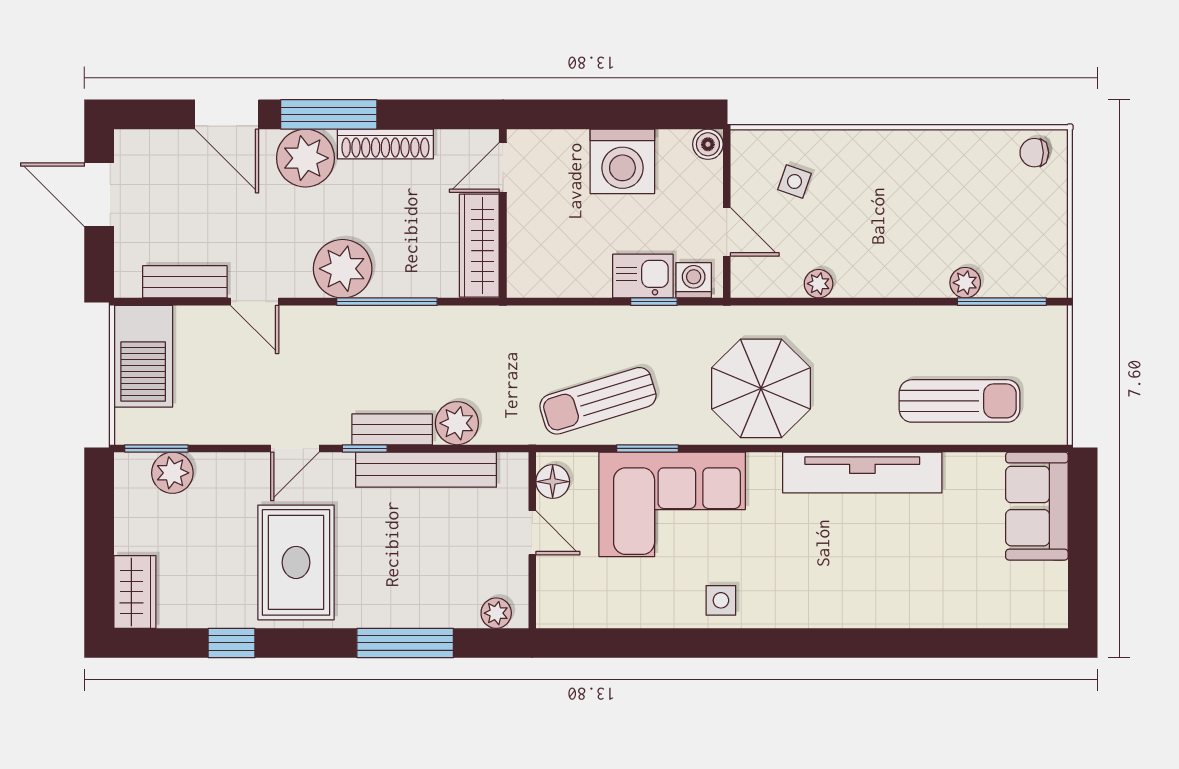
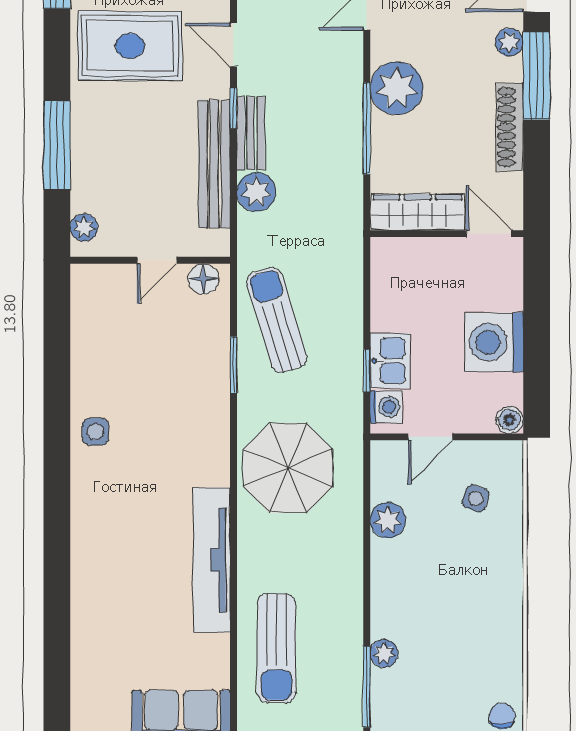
plant: (305, 158) -> (509, 42), width x0.53, depth x0.53
plant: (819, 284) -> (388, 520), width x1.38, depth x1.38
corner sofa: (672, 504) -> (183, 387), removed

